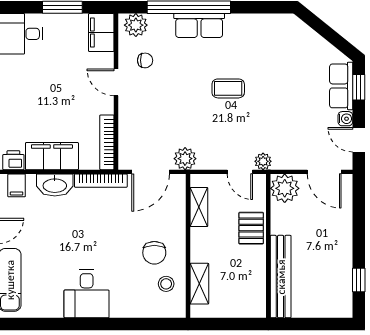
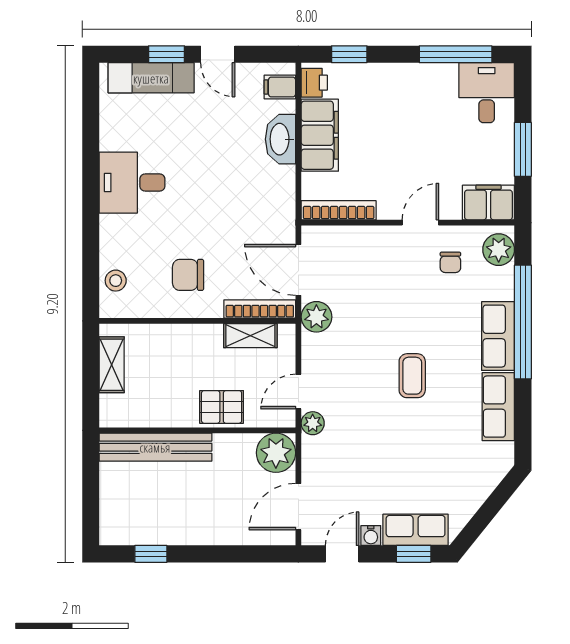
row of seats: (251, 25) -> (498, 407), added
bookcase: (101, 181) -> (260, 309), moved, turned 90
stool: (166, 284) -> (116, 281), moved
shelving: (199, 284) -> (112, 365), moved, turned 90

